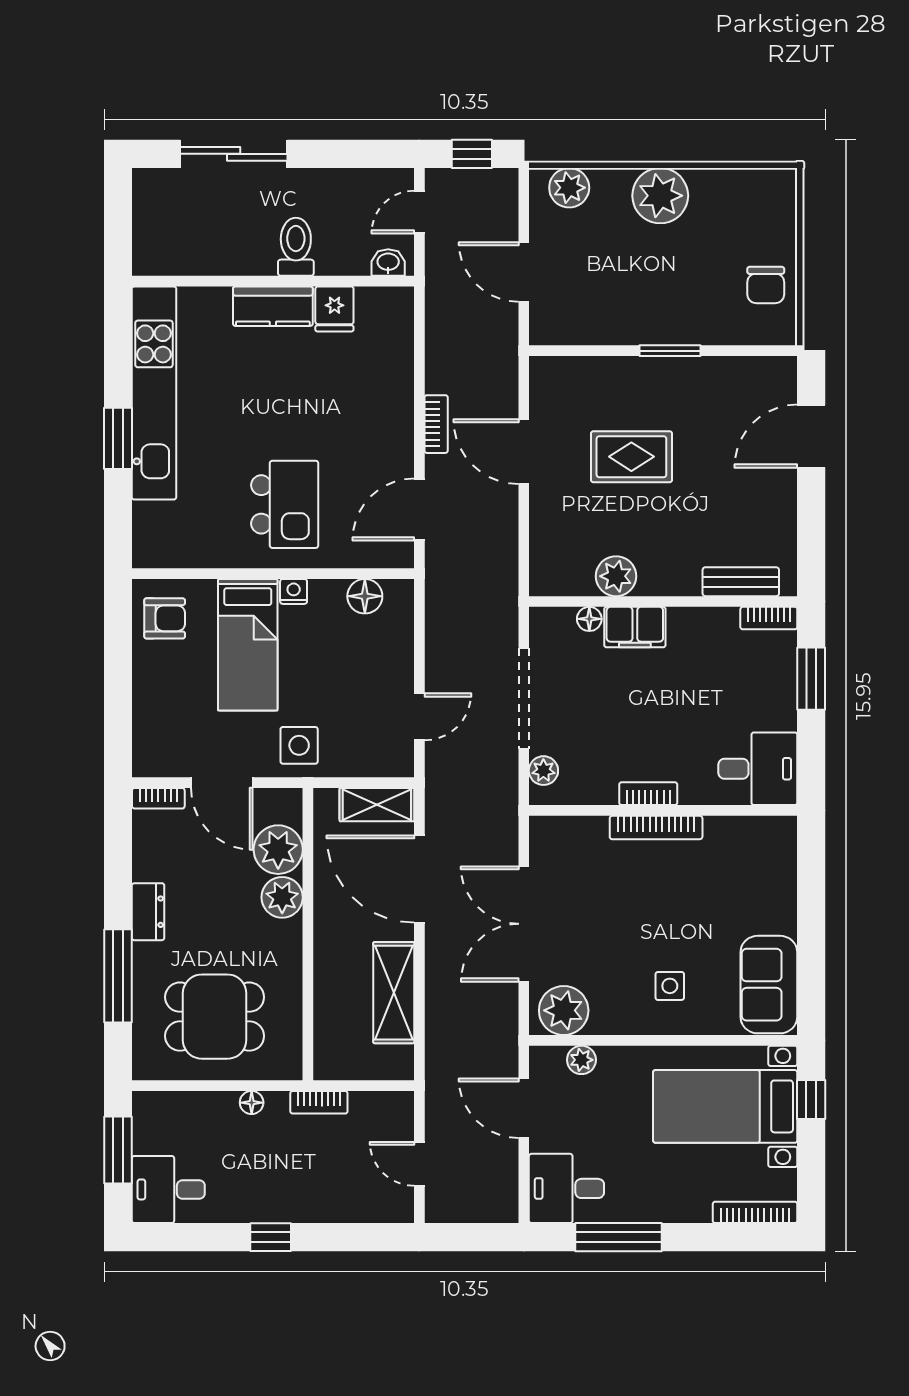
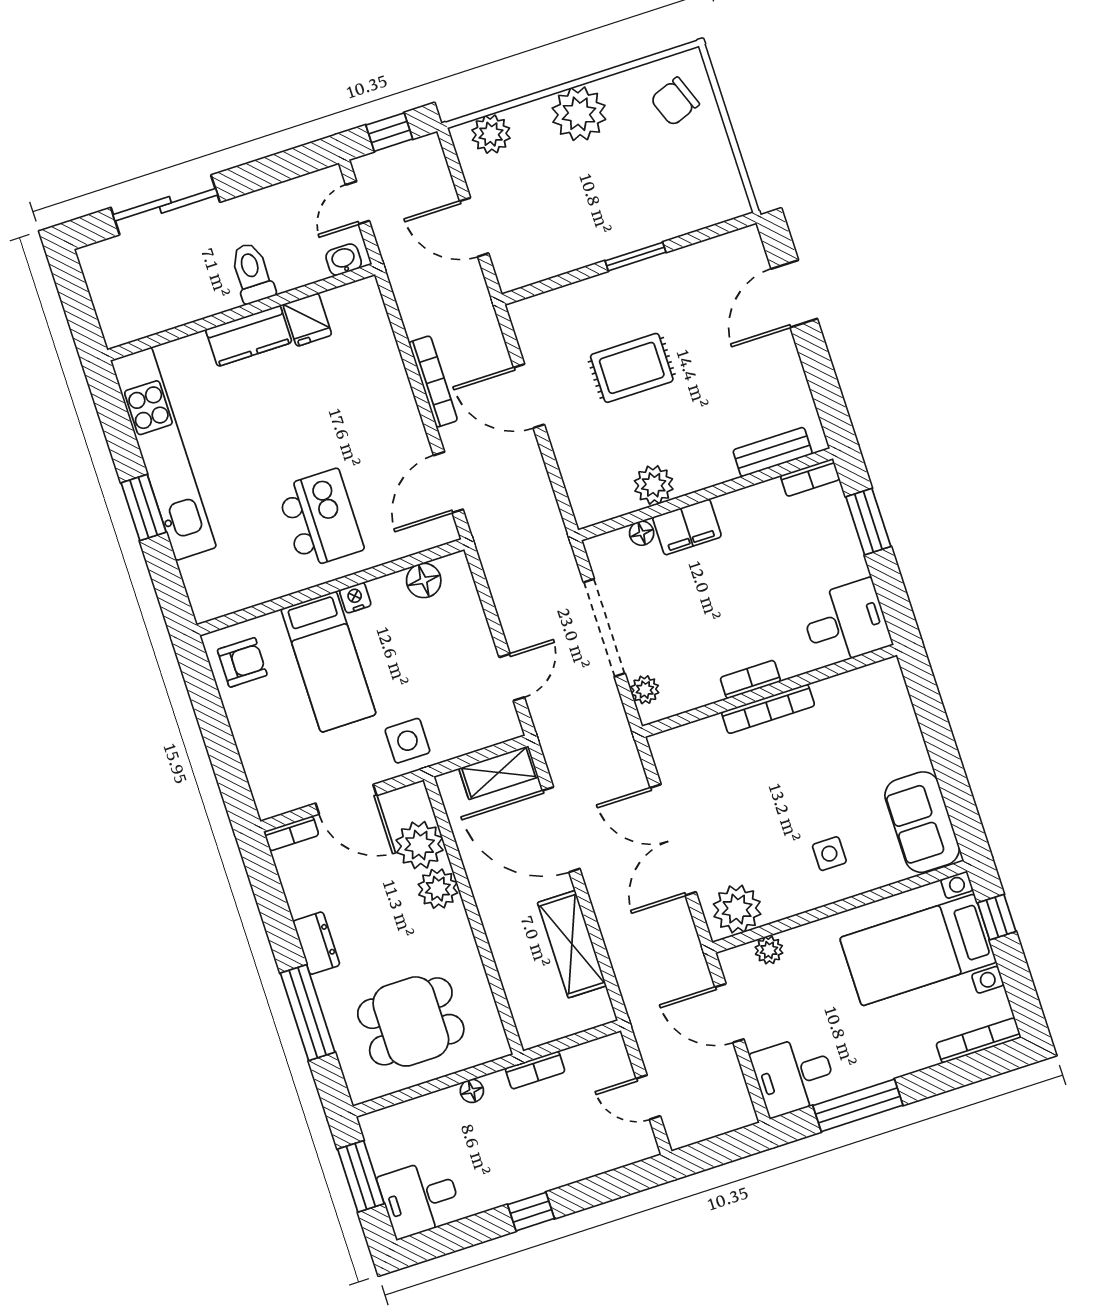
chair: (766, 285) -> (675, 102), moved, turned 69
bookcase: (436, 424) -> (433, 382), width x1.56

